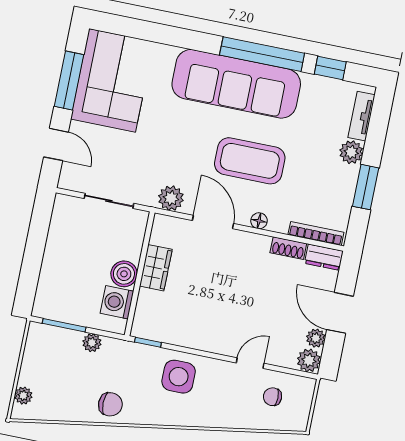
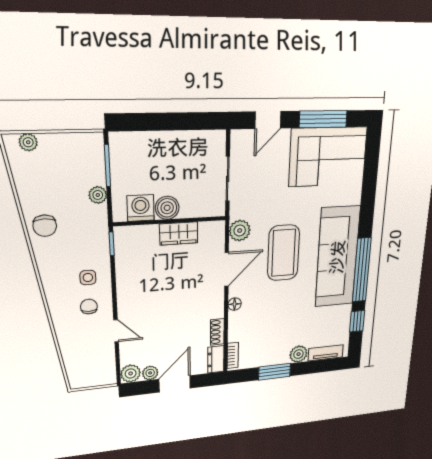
coffee table: (250, 161) -> (283, 253), moved
bookcase: (316, 234) -> (233, 355), width x0.64
side table: (179, 377) -> (88, 277), width x0.54, depth x0.54
chair: (273, 397) -> (89, 307), moved

